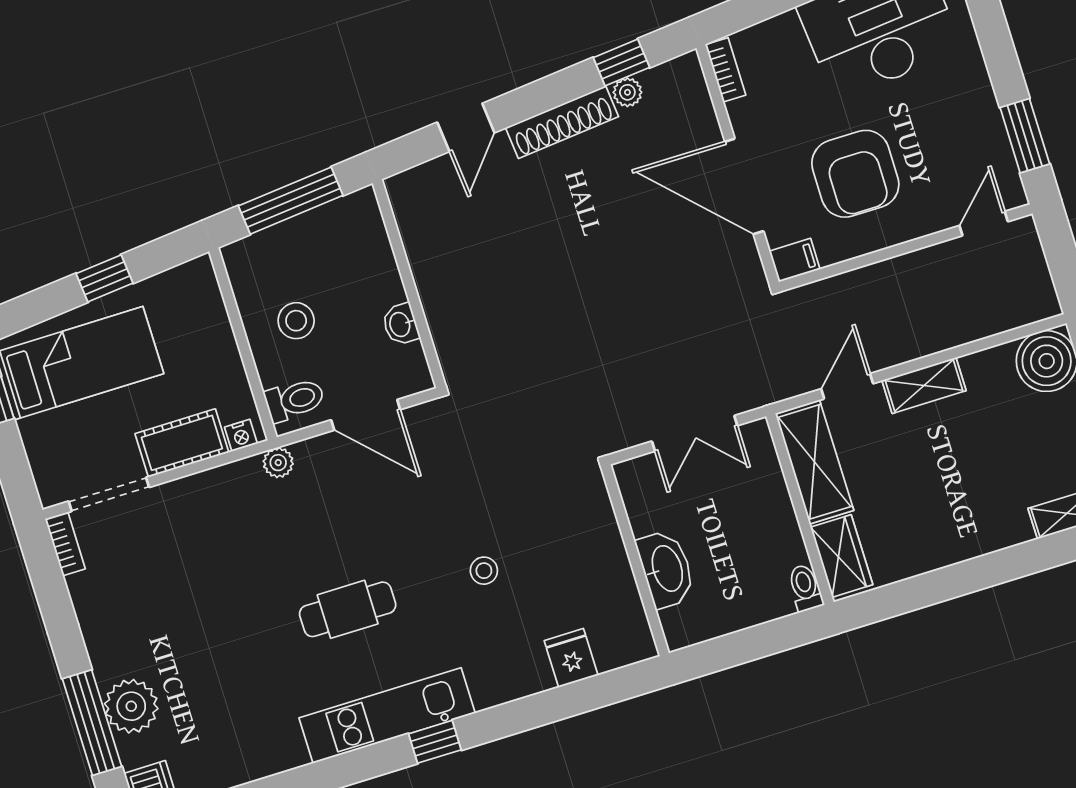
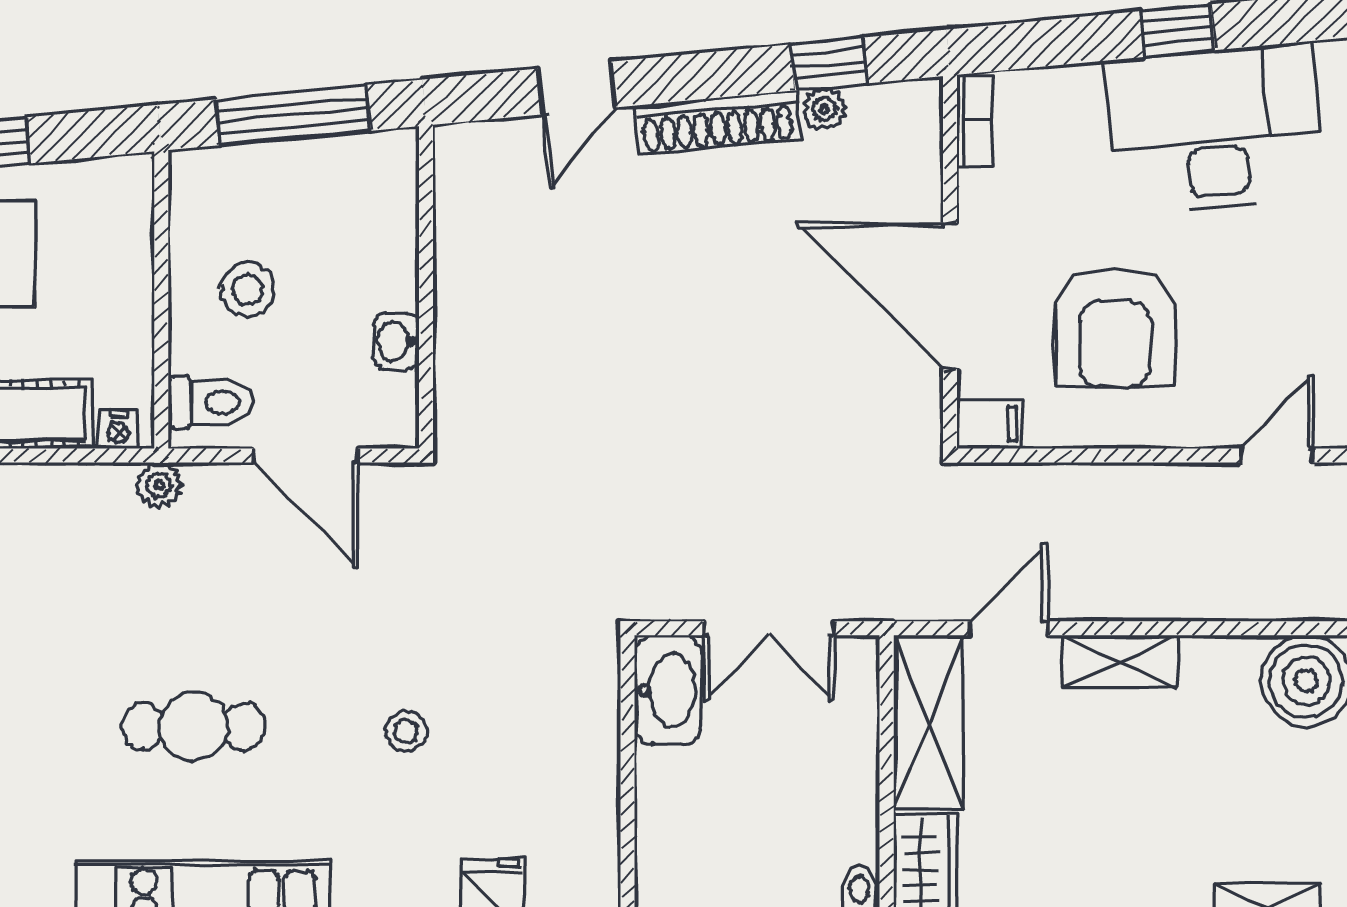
washbasin: (666, 569) -> (668, 690), moved

